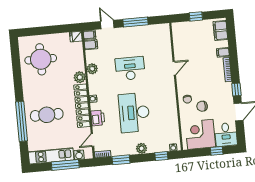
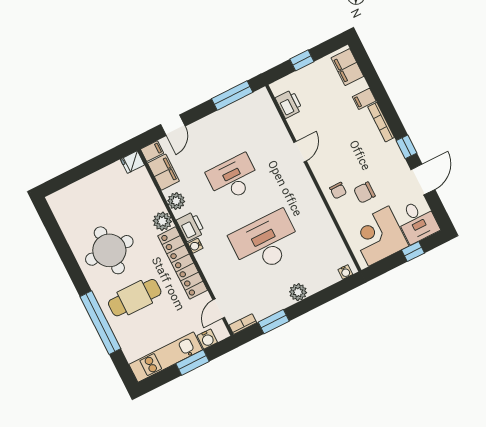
window: (135, 22) -> (232, 95), moved
door: (107, 25) -> (173, 125), swing flipped
printer: (179, 38) -> (289, 104), added
filing cabinet: (91, 45) -> (163, 172), width x2.00
round table: (41, 59) -> (109, 250), moved
desk: (134, 113) -> (266, 242), turned 90
printer: (98, 118) -> (191, 226), moved
window: (161, 156) -> (332, 292), removed
window: (65, 165) -> (192, 362), width x0.69

